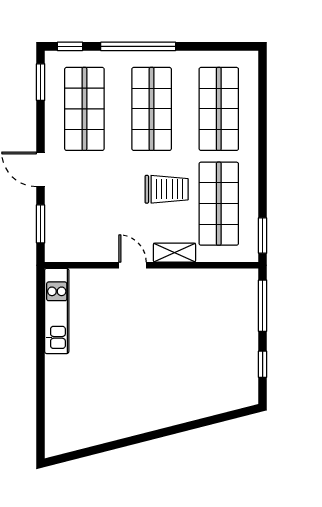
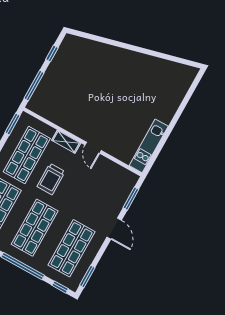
trolley: (167, 189) -> (51, 179), turned -90

